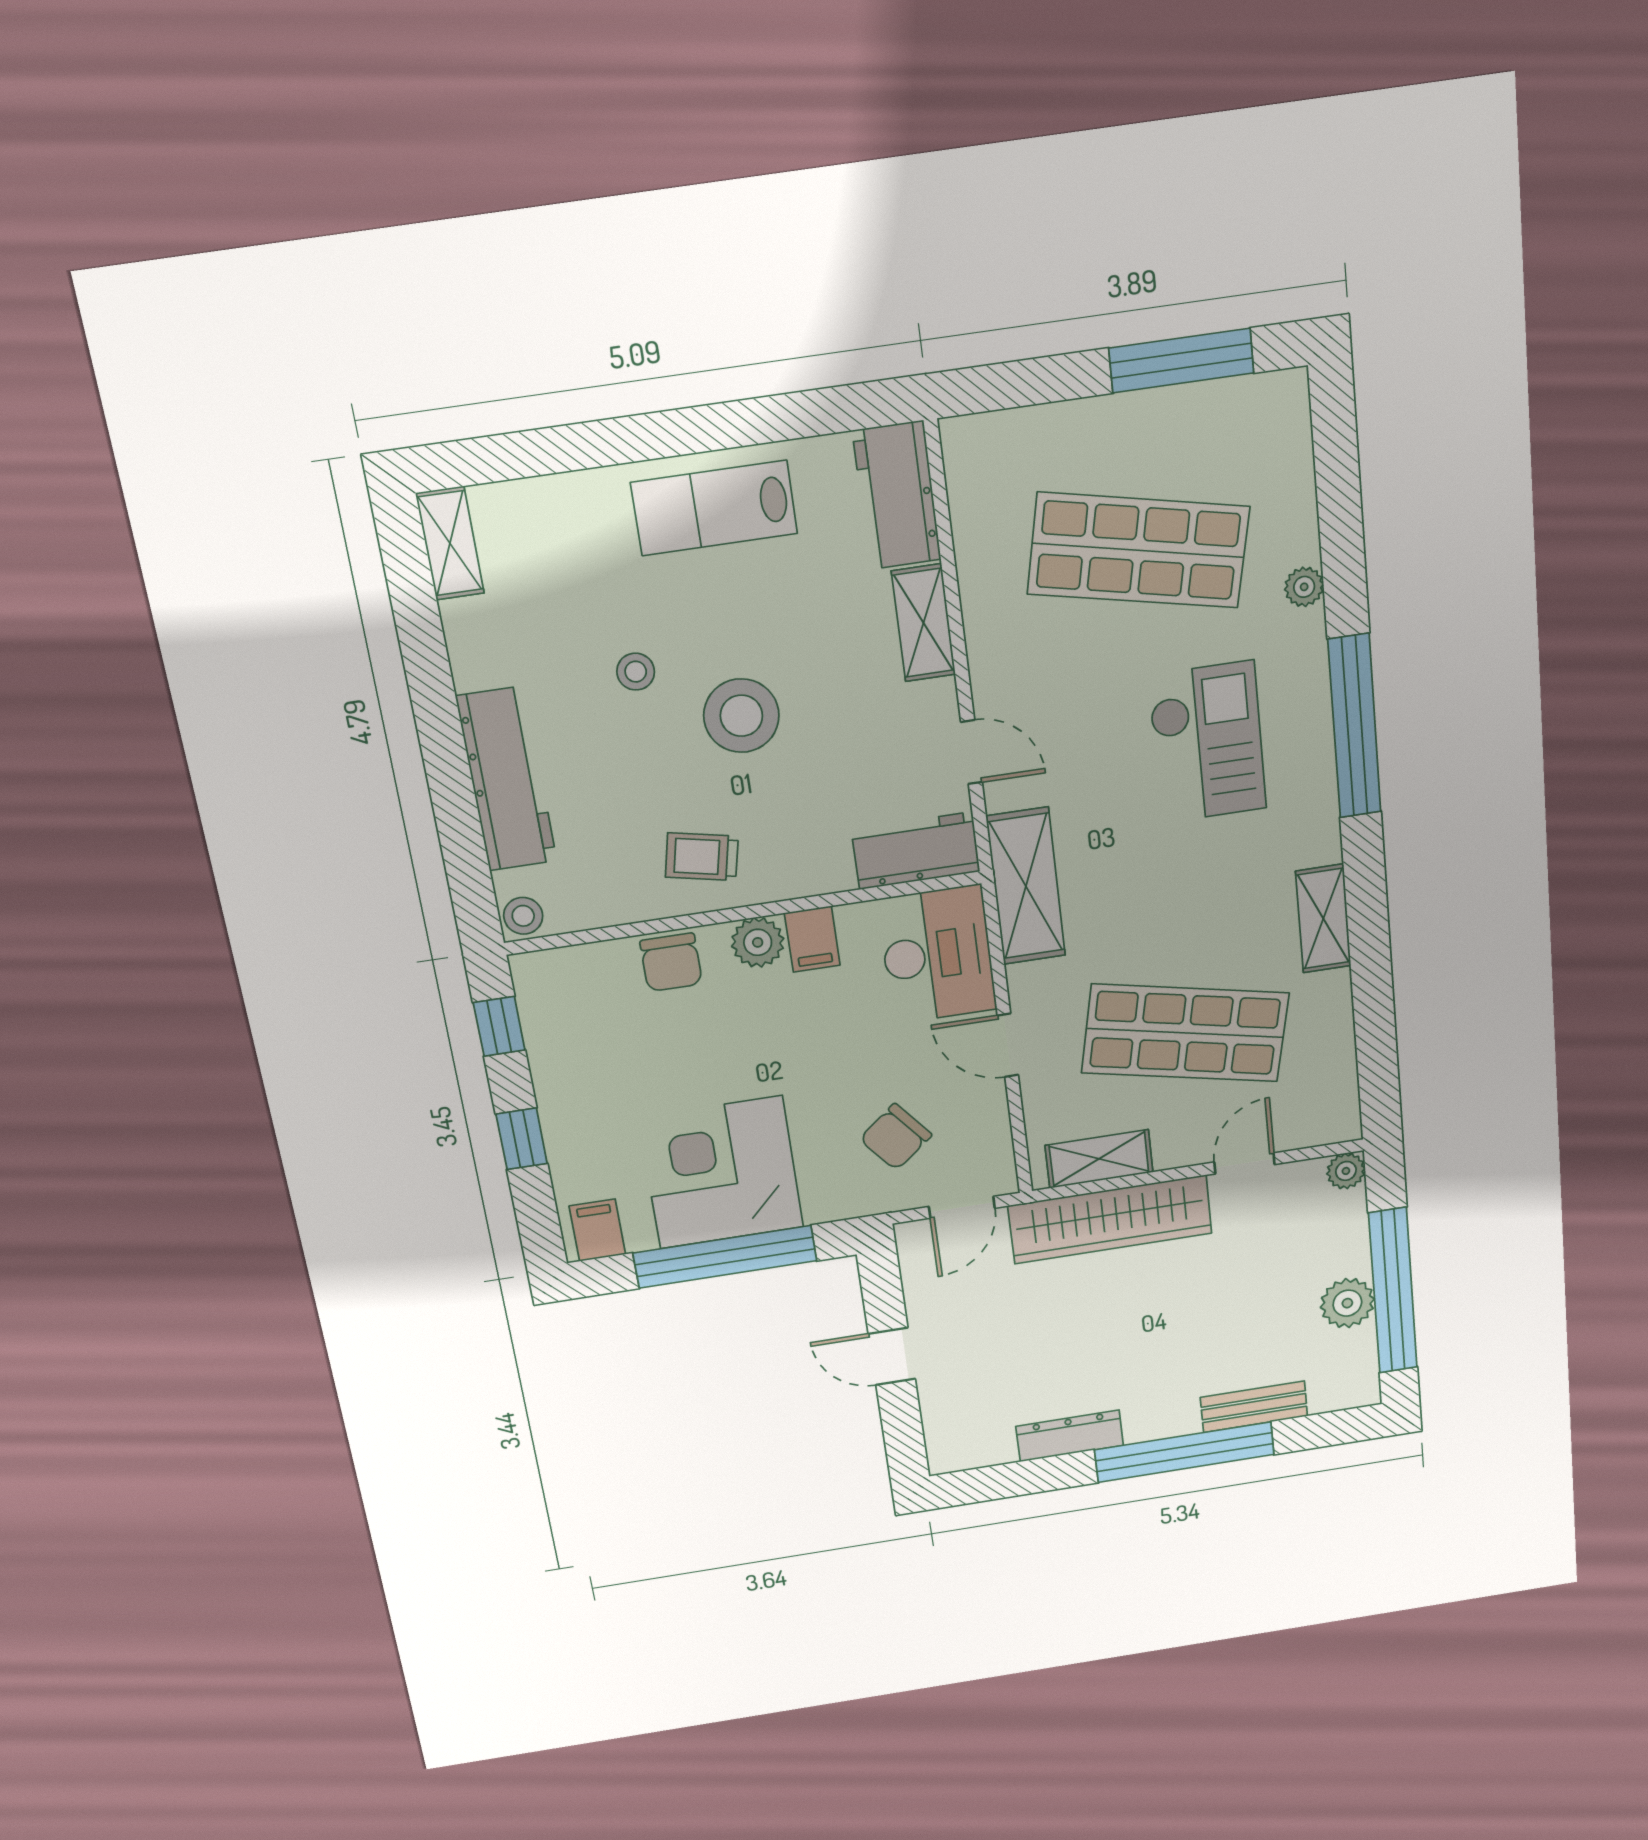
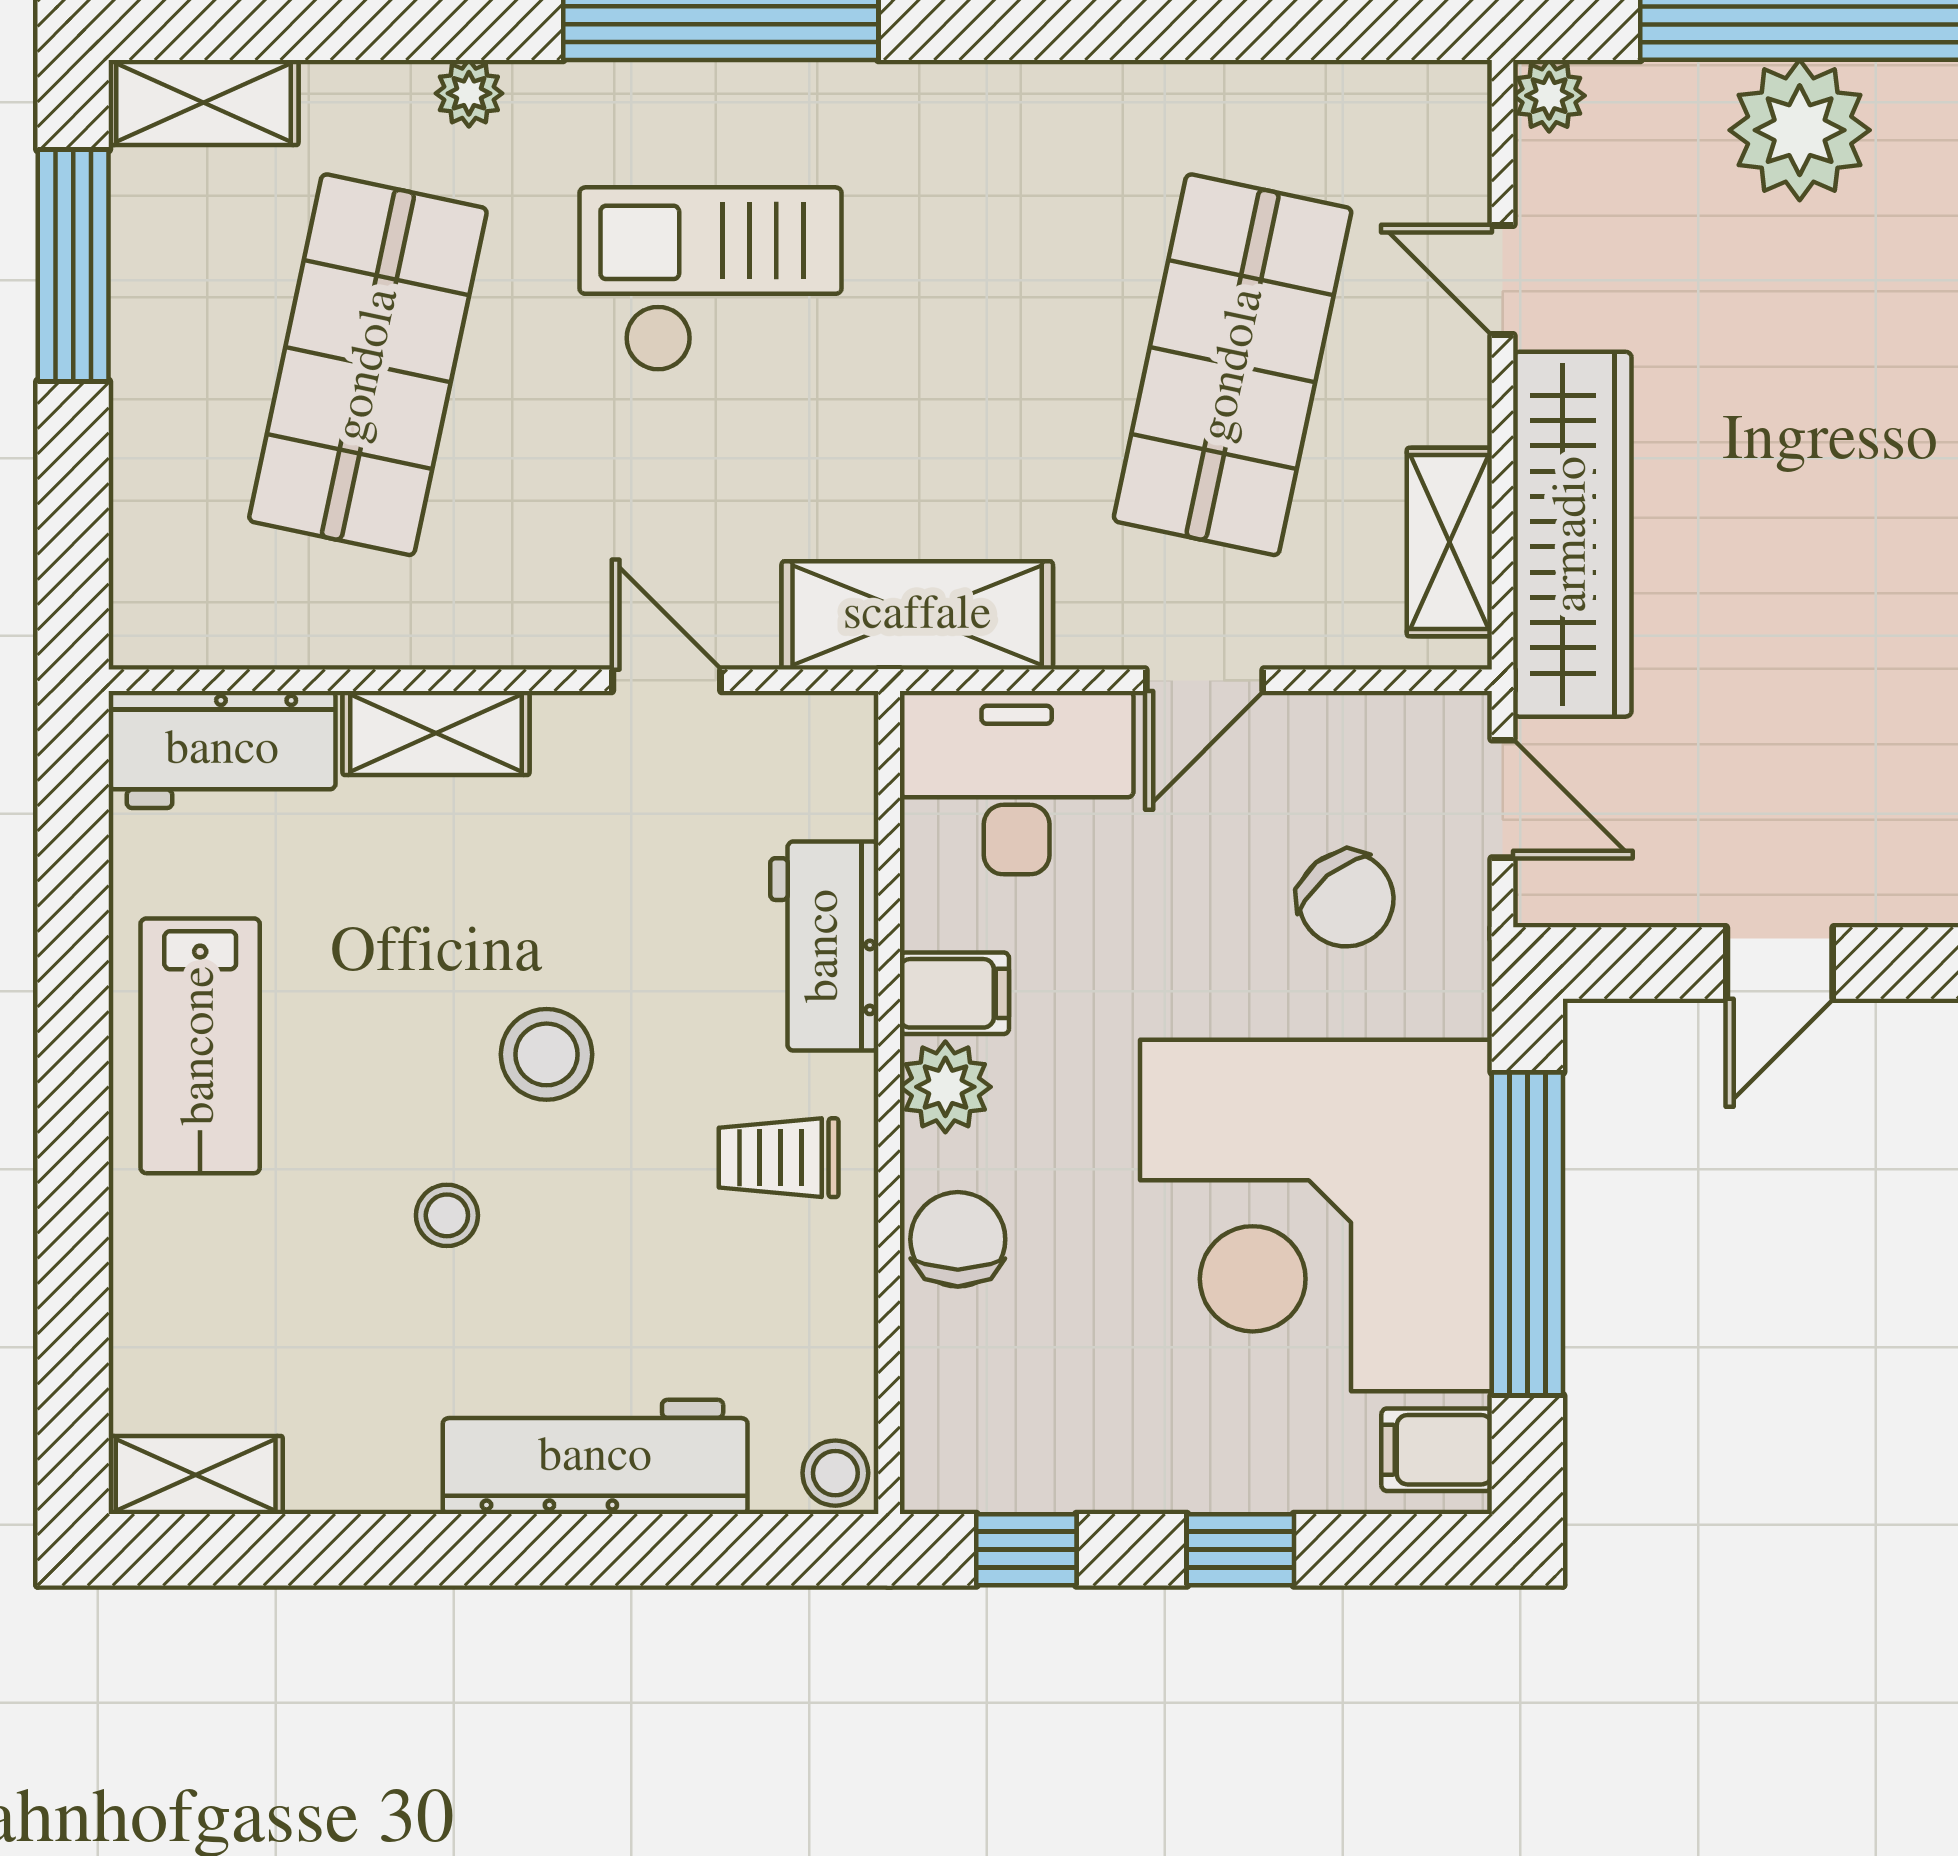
stool: (741, 716) -> (547, 1054), width x0.73, depth x0.73
door: (971, 752) -> (667, 680), hinge flipped
workbench: (916, 851) -> (824, 946), moved
trolley: (702, 857) -> (779, 1158), turned 78
shelving: (1323, 919) -> (204, 103), moved
chair: (671, 962) -> (958, 1239), turned -90
corner desk: (721, 1173) -> (1316, 1215), width x1.36, depth x1.36
plant: (1347, 1303) -> (1800, 130), width x1.36, depth x1.36

